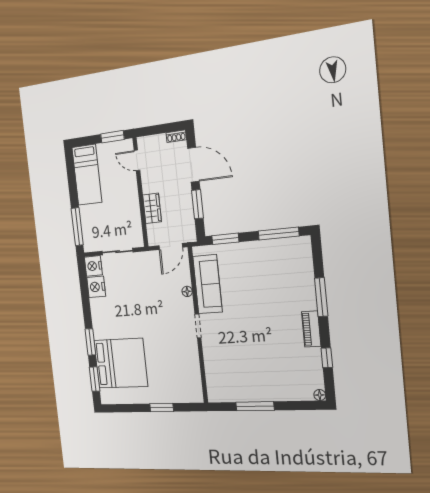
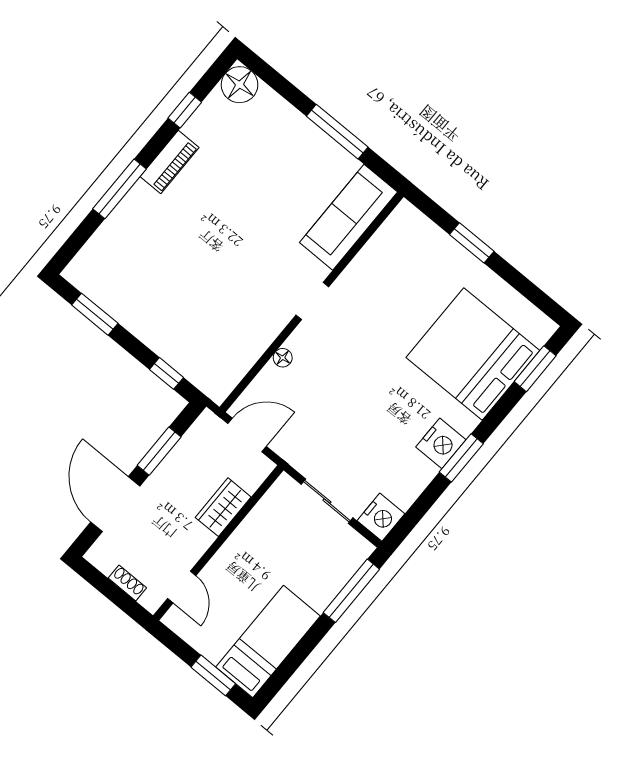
shoe rack: (176, 136) -> (127, 583), moved
window: (112, 137) -> (213, 675), moved
window: (279, 234) -> (95, 314), width x0.69
window: (225, 239) -> (166, 373), width x0.67
sofa: (207, 284) -> (348, 217), moved
nightstand: (96, 287) -> (441, 443), moved
window: (90, 342) -> (461, 458), moved
floor lamp: (320, 395) -> (240, 85), width x1.89, depth x1.89

